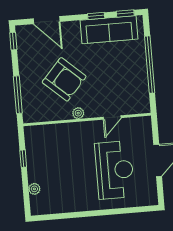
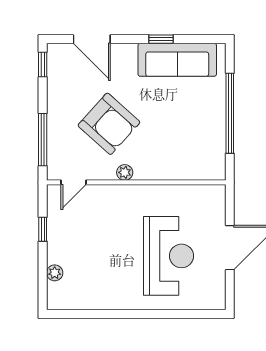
window: (125, 13) -> (202, 39), removed
door: (112, 117) -> (73, 182), moved

